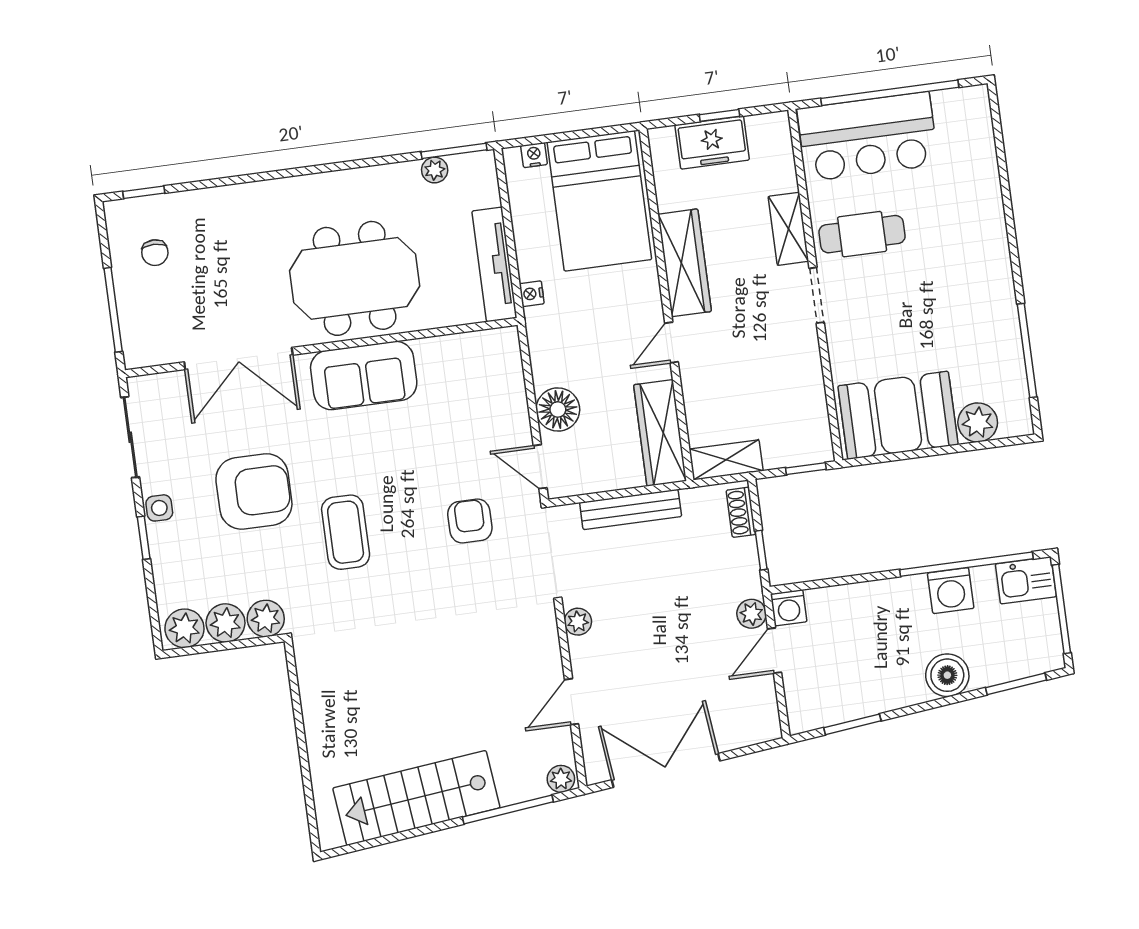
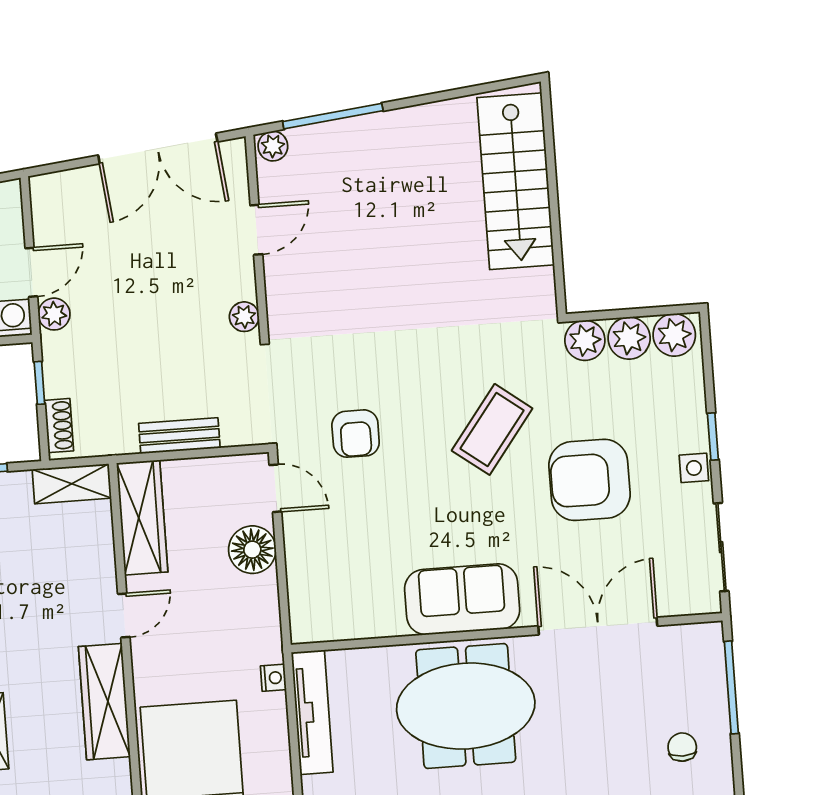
bench: (631, 510) -> (179, 436), width x0.73
coffee table: (346, 532) -> (492, 429), turned 37
stairs: (416, 798) -> (516, 181), moved, turned 96

